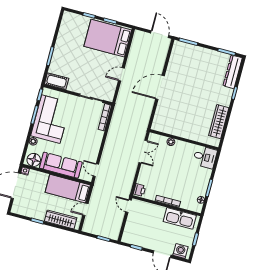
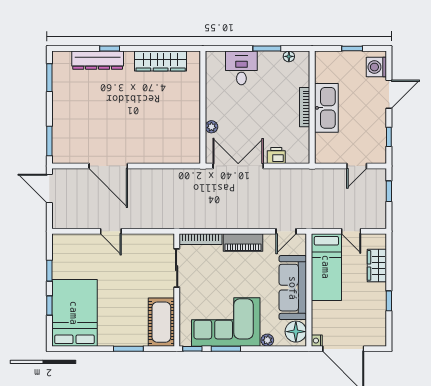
door: (160, 34) -> (49, 188), hinge flipped
bed: (108, 38) -> (74, 313), moved, turned 180
dresser: (233, 72) -> (98, 60), moved
door: (121, 74) -> (111, 231), moved
cot: (57, 81) -> (161, 322), width x1.37, depth x1.34
door: (160, 87) -> (108, 166), moved
piano: (96, 142) -> (243, 243), added
double door: (143, 152) -> (238, 166), width x1.37
desk: (205, 157) -> (241, 68), moved
printer: (140, 190) -> (276, 155), moved
door: (128, 206) -> (357, 166), moved
kitchen sink: (180, 218) -> (326, 108), moved
wardrobe: (61, 219) -> (377, 265), width x0.67

